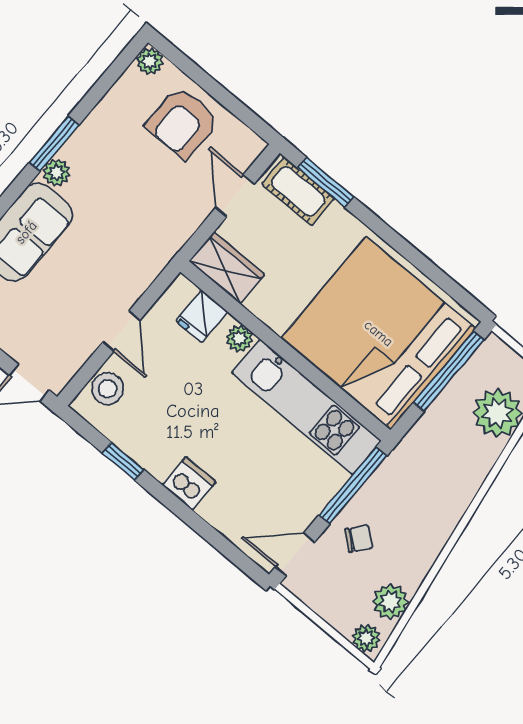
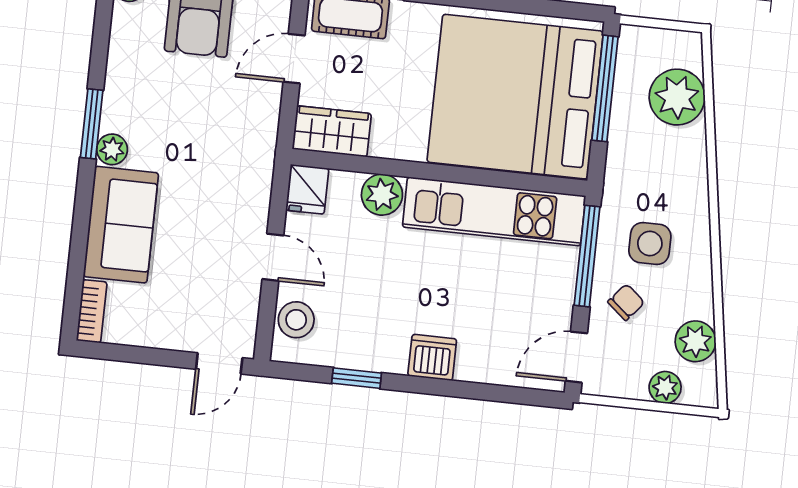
door: (235, 196) -> (294, 59), hinge flipped
fridge: (202, 316) -> (307, 189), moved
plant: (239, 338) -> (382, 195), width x1.38, depth x1.38
side table: (405, 507) -> (650, 243), added
plant: (366, 638) -> (665, 387), moved

